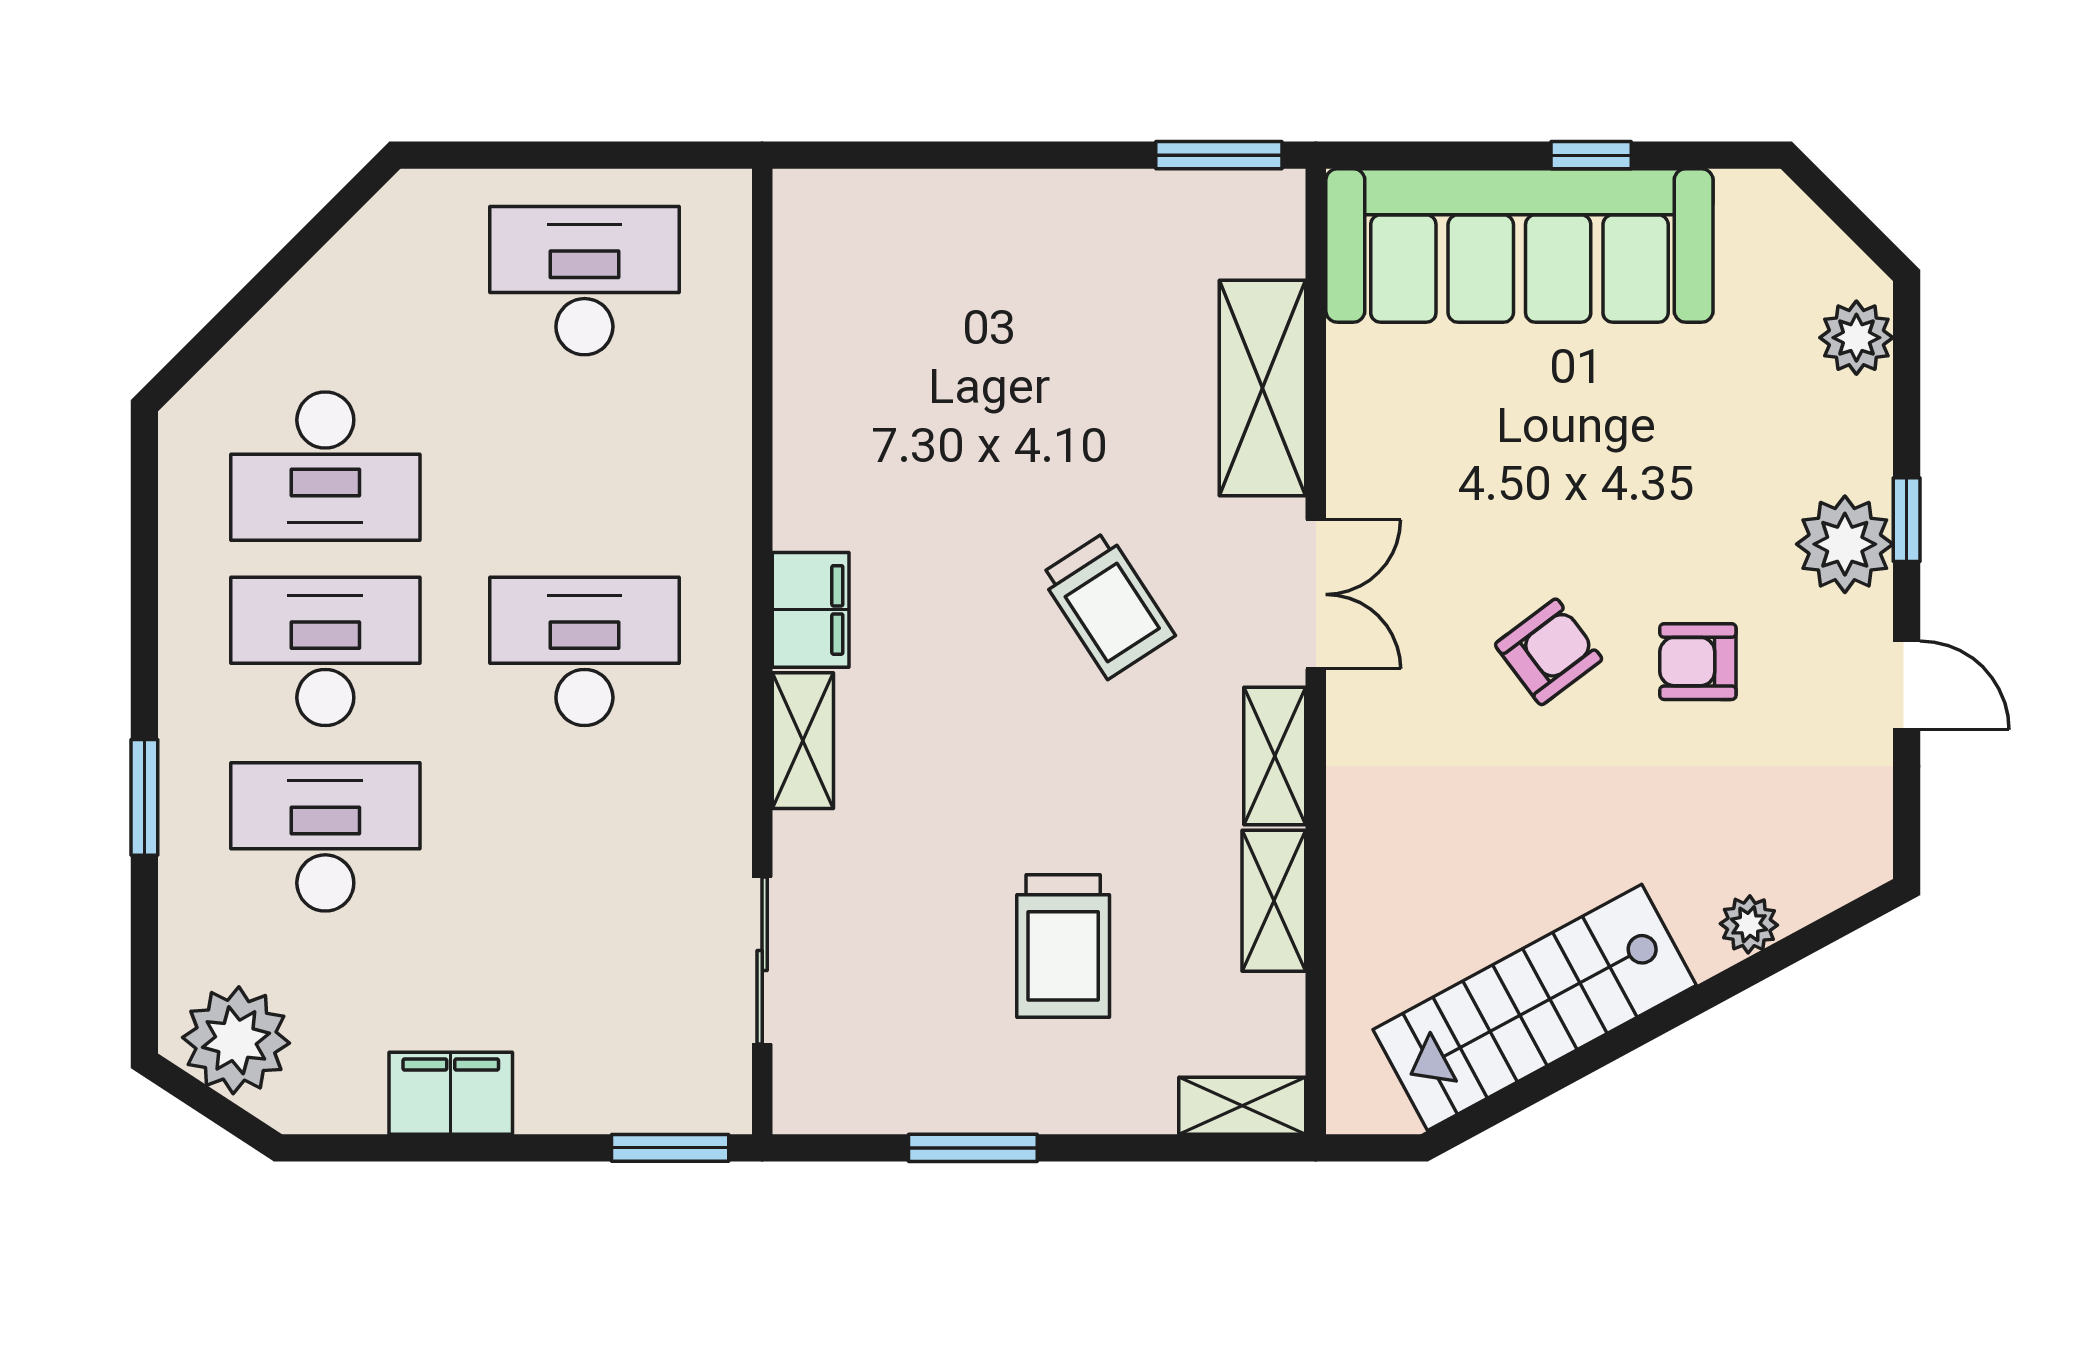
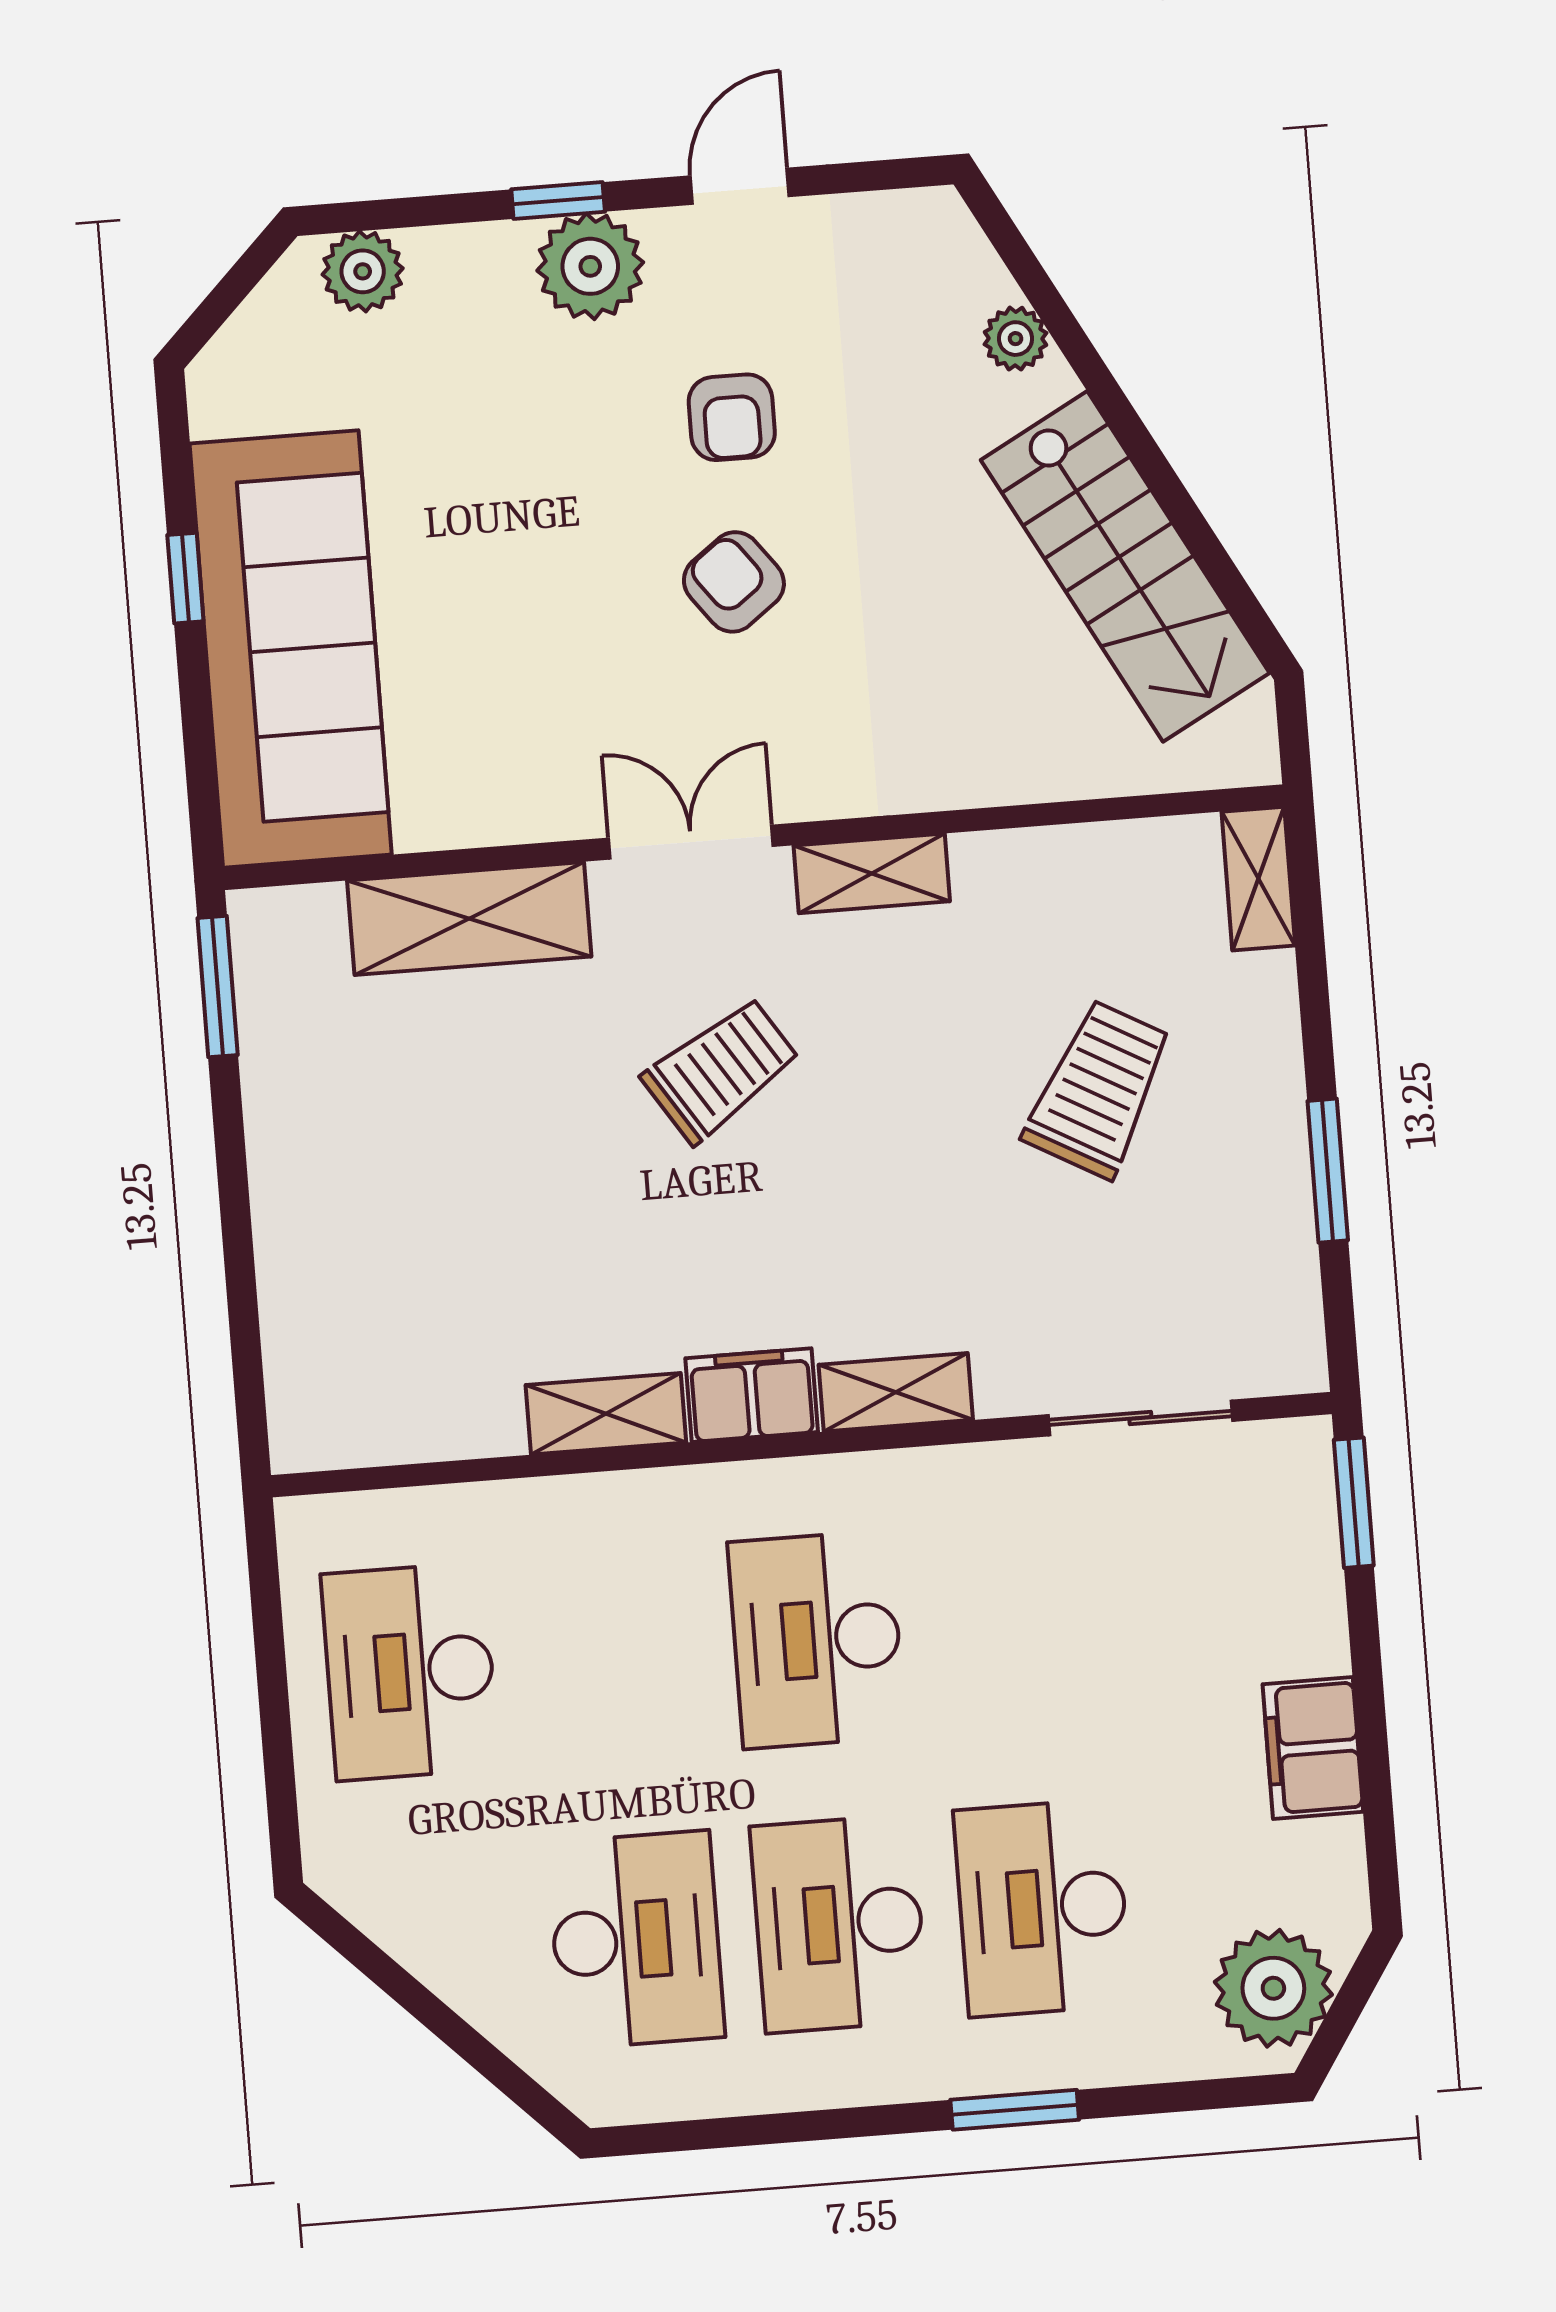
shelving: (1274, 901) -> (606, 1414), moved
trolley: (1063, 946) -> (1098, 1089), turned -61

